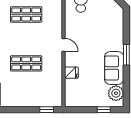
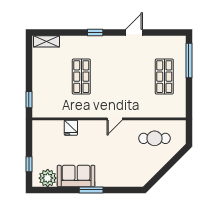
shop shelf: (26, 14) -> (137, 77), removed
door: (63, 45) -> (115, 119), moved

